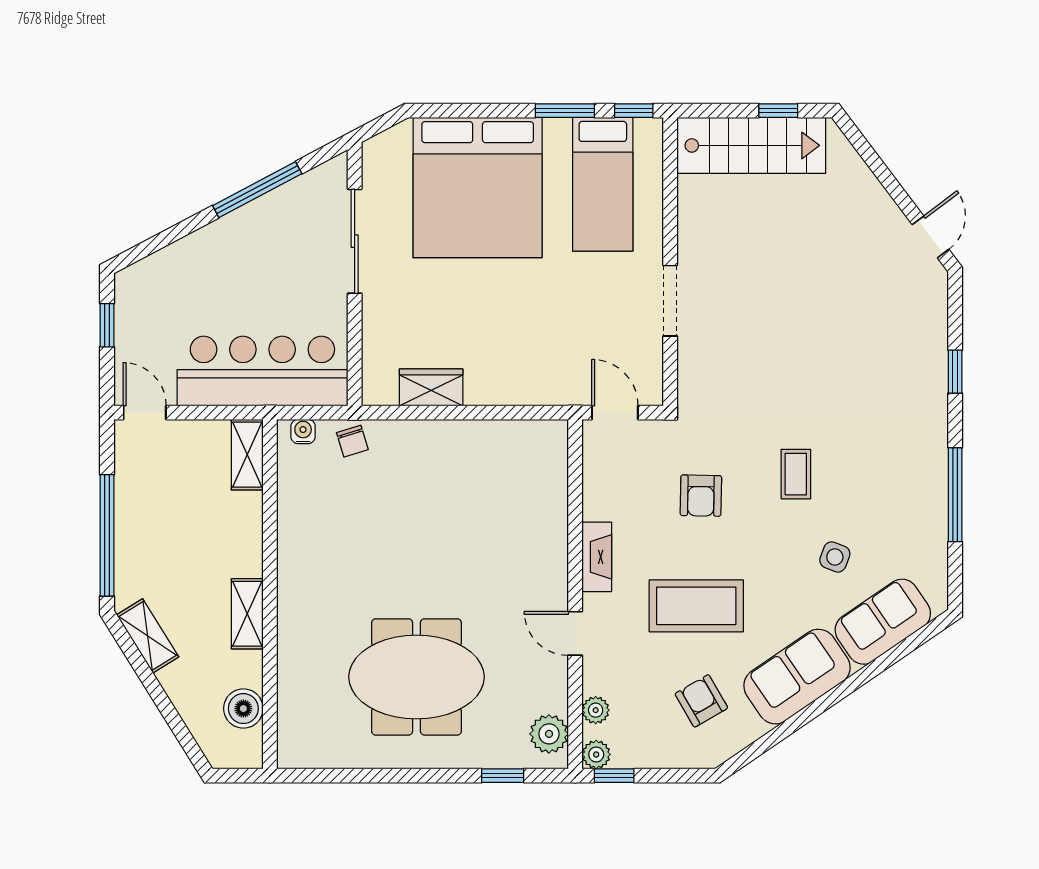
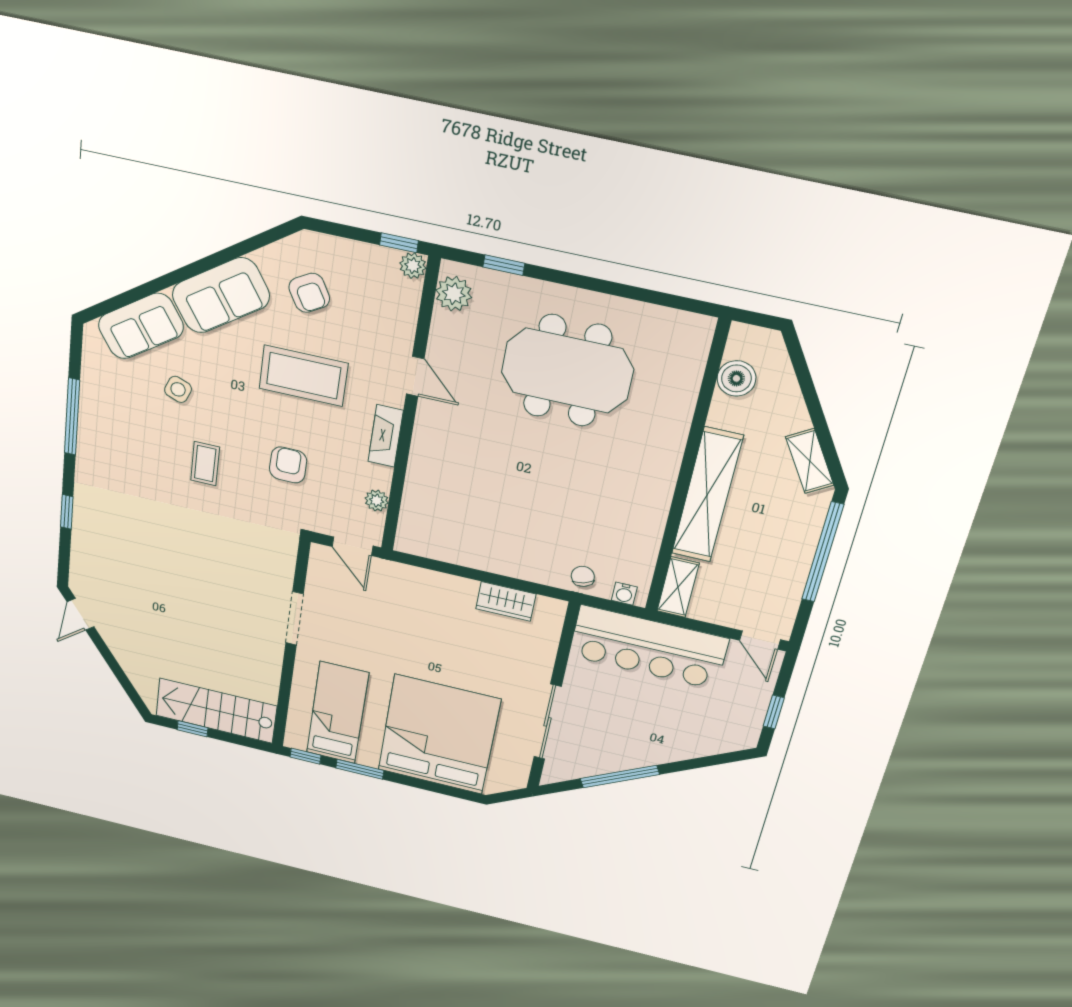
shelving: (247, 614) -> (707, 495), width x2.20, depth x1.33
plant: (596, 710) -> (377, 501), moved

